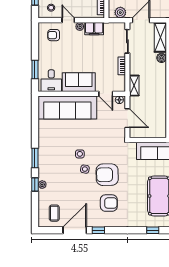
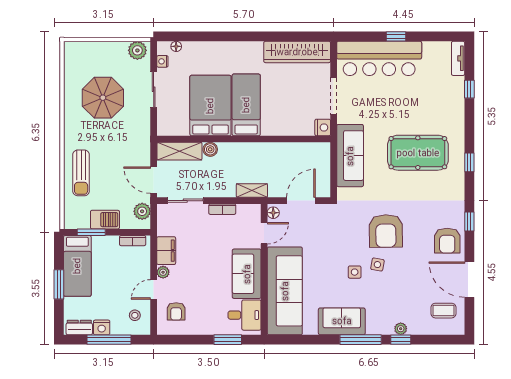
sofa: (47, 145) -> (342, 321), added
window: (35, 158) -> (361, 340), width x1.44
armchair: (109, 203) -> (447, 241), moved, turned 180
window: (98, 230) -> (469, 221), moved

